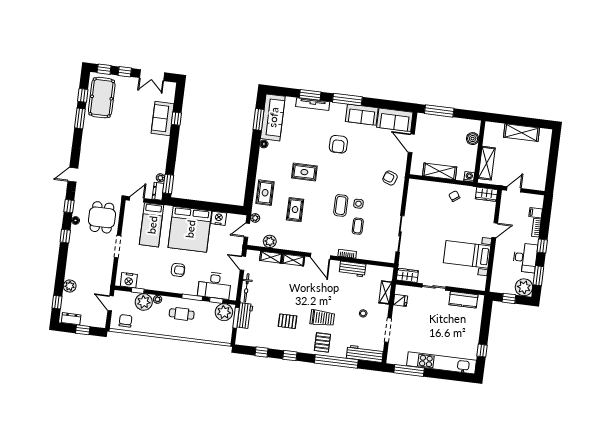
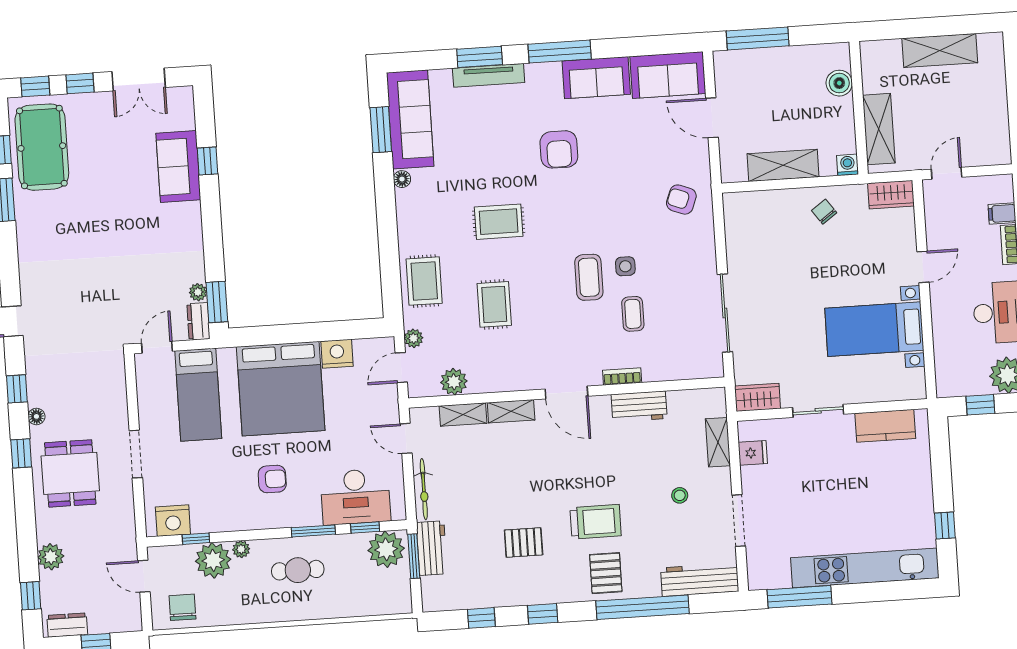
dining table: (102, 217) -> (70, 473), moved

